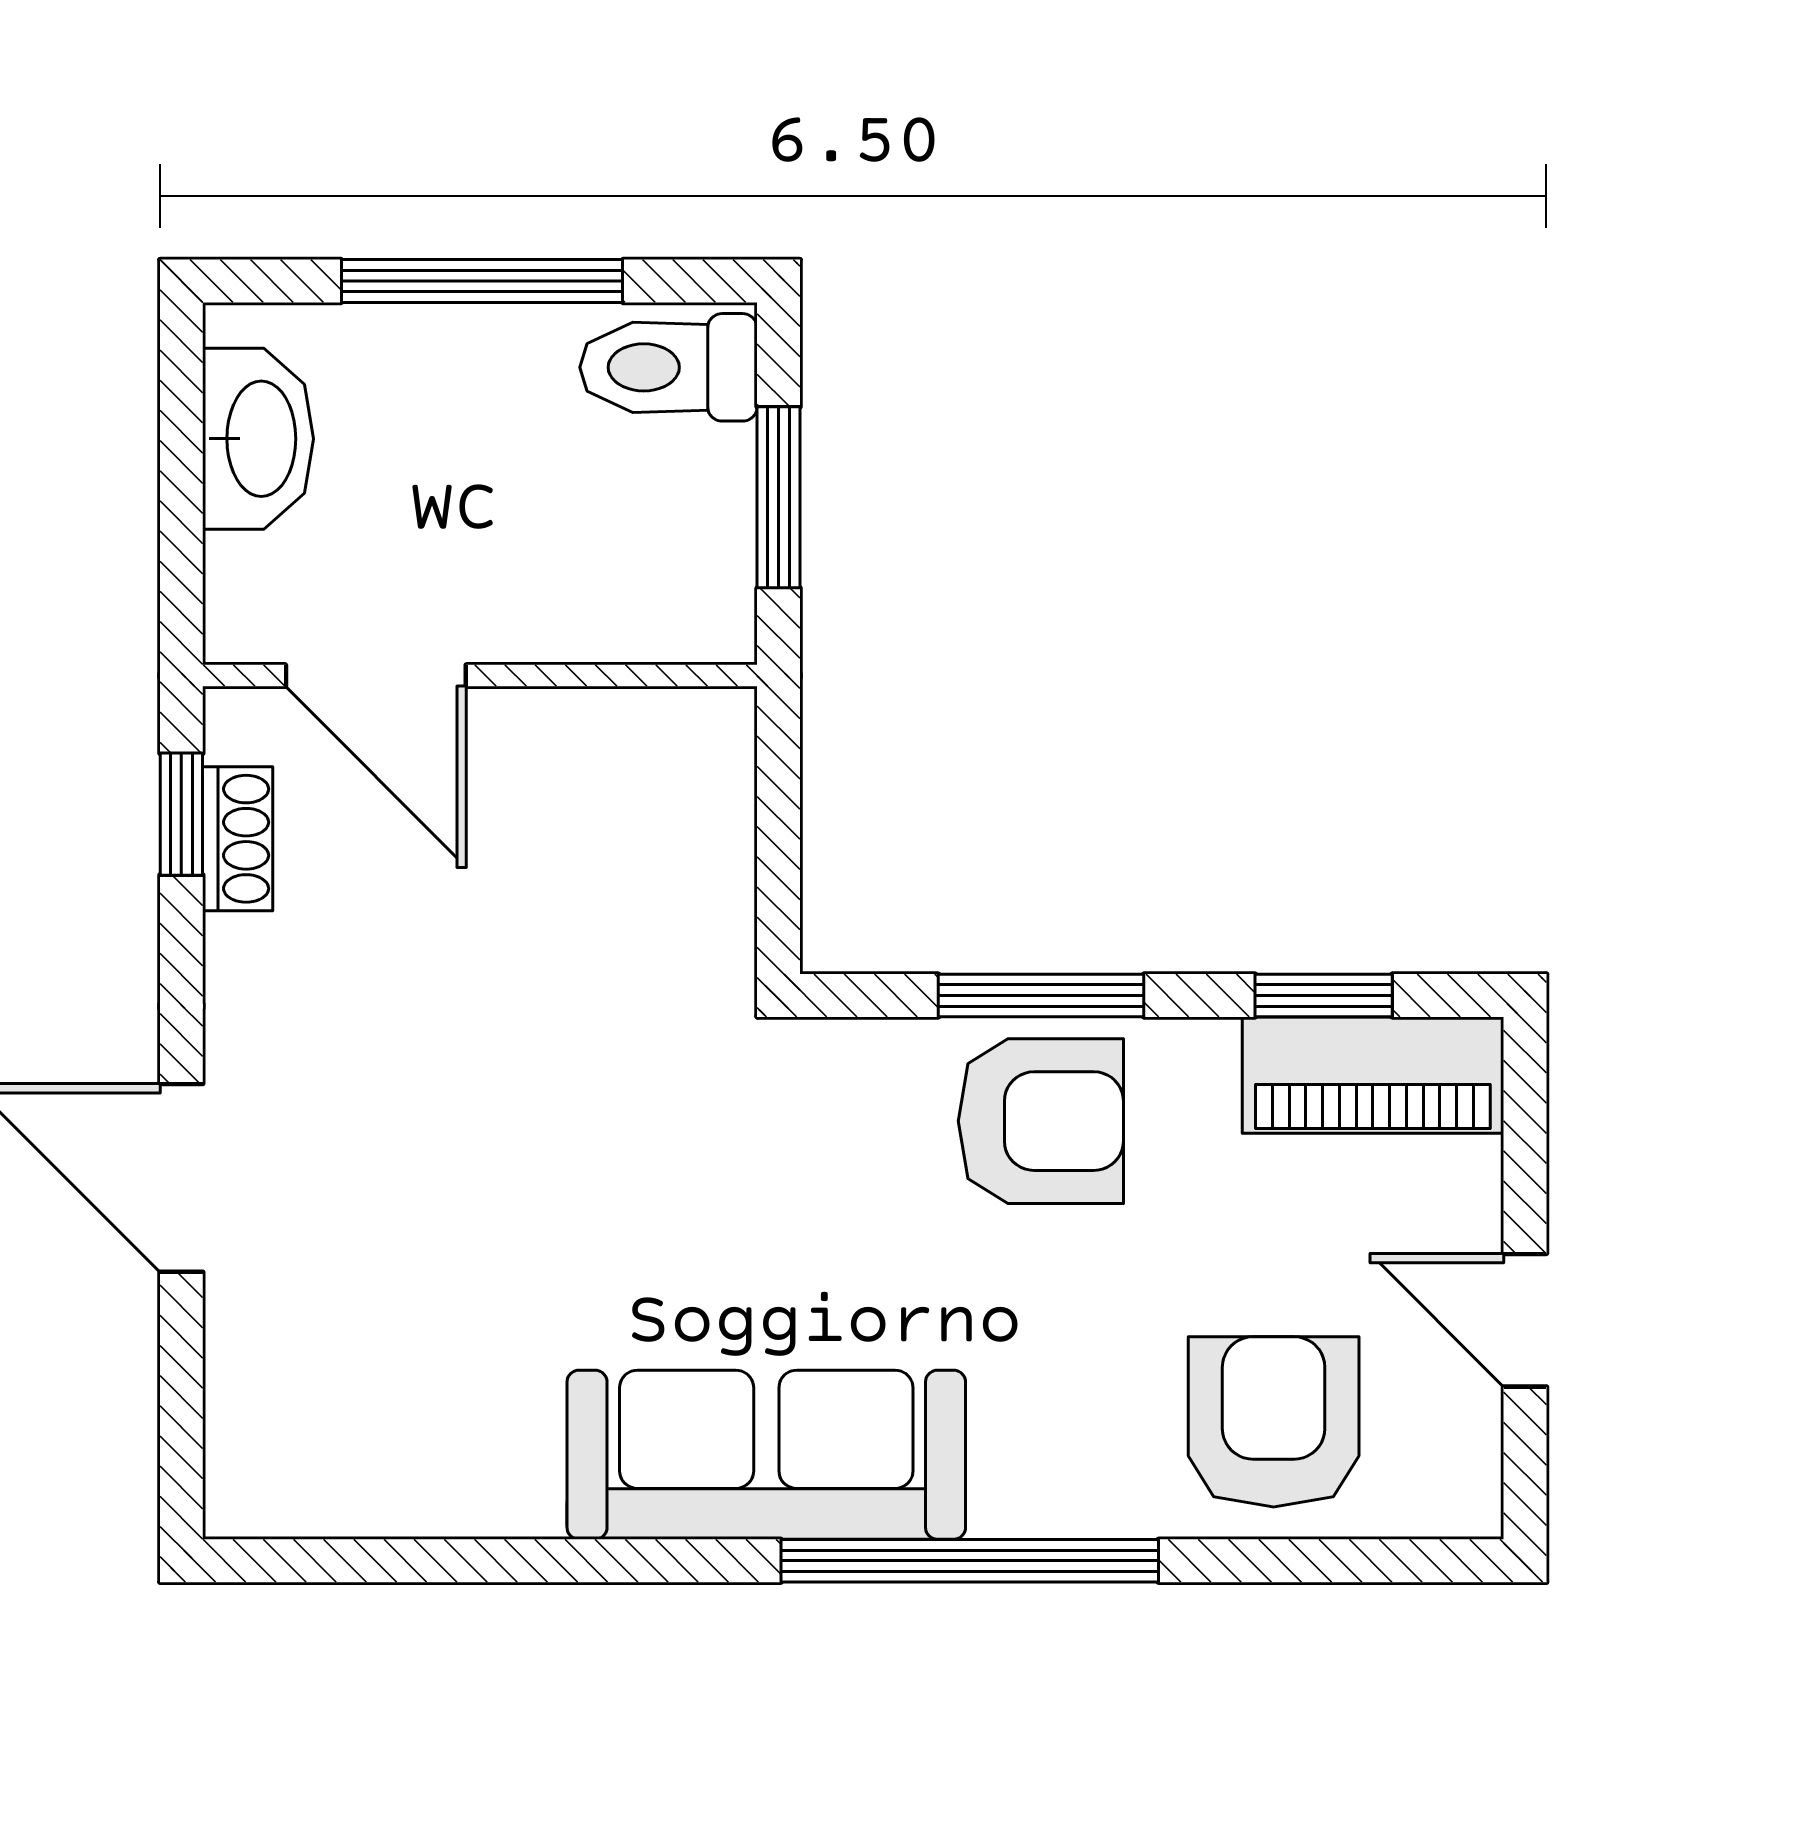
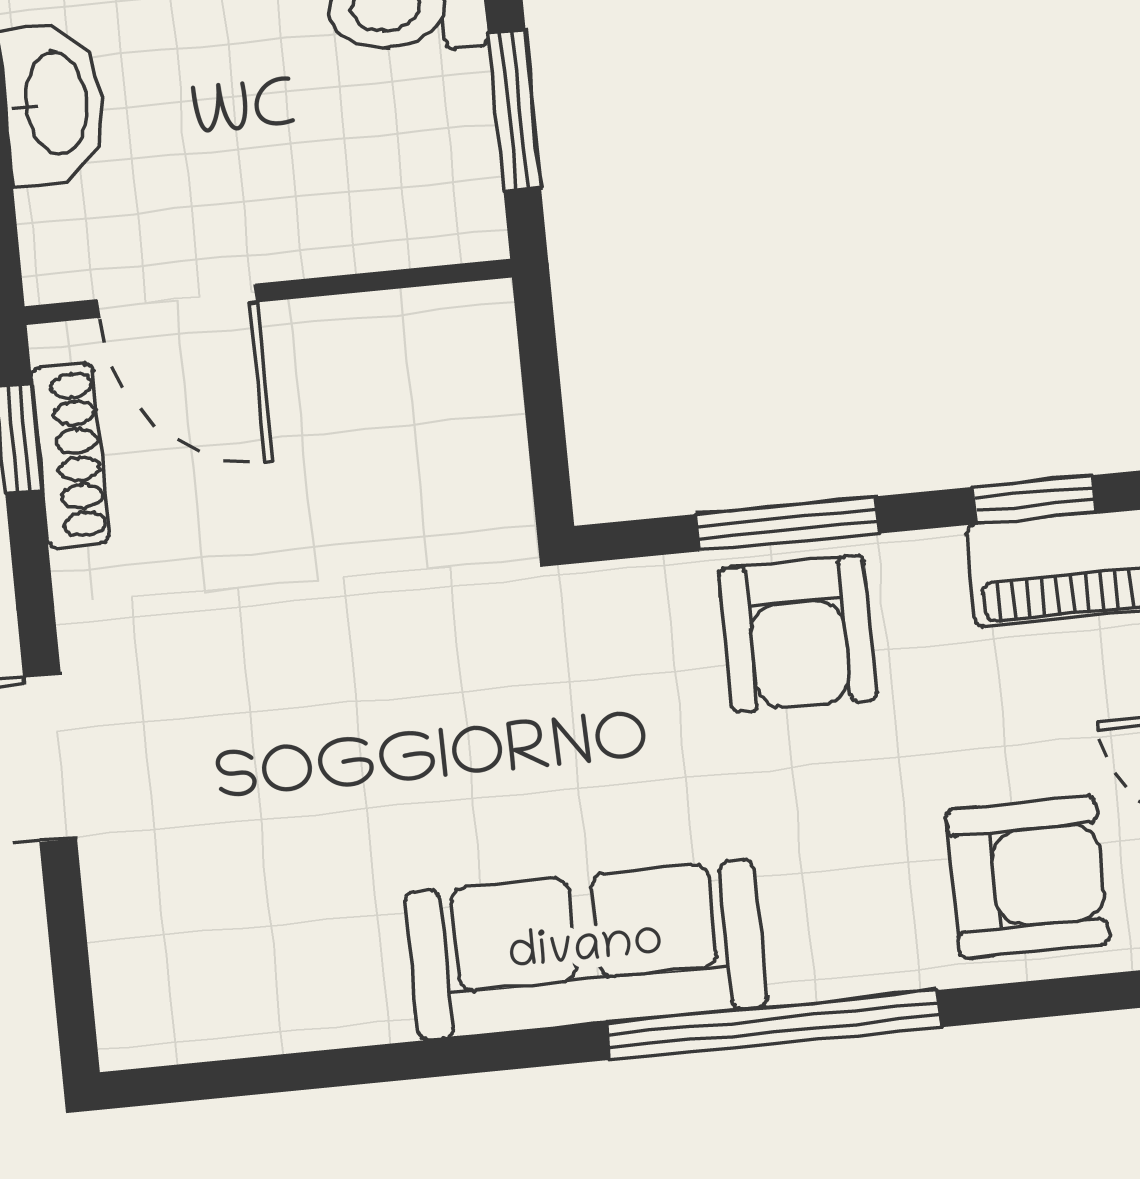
shoe rack: (238, 839) -> (70, 456), width x1.43
armchair: (1041, 1121) -> (798, 634), turned 90
armchair: (1274, 1422) -> (1027, 877), turned 90

